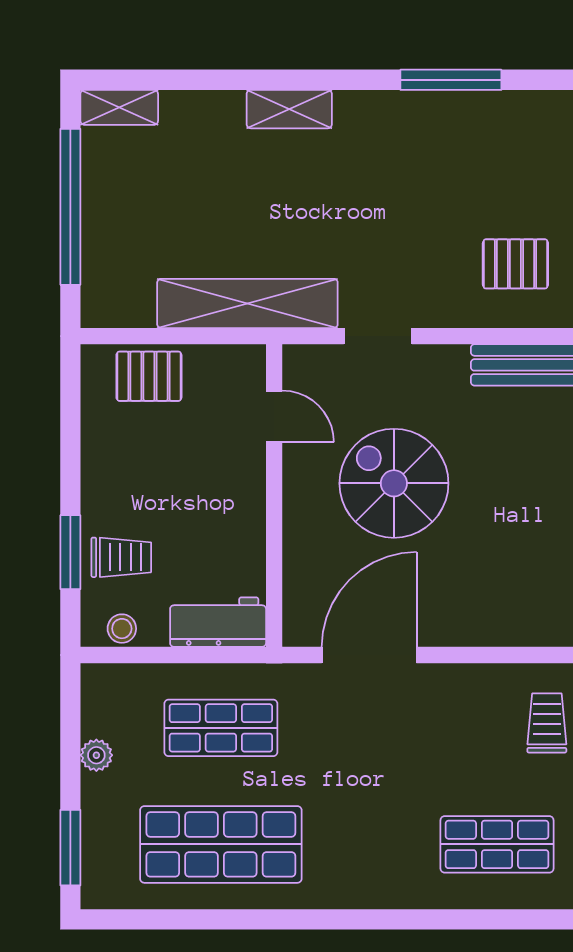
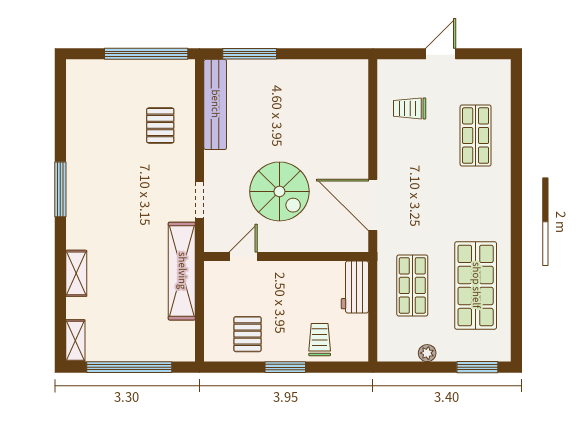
window: (451, 80) -> (60, 189), moved
shelving: (289, 109) -> (76, 273), moved
pallet: (149, 376) -> (247, 334), moved
spiral stairs: (394, 483) -> (279, 191), turned -90
window: (70, 552) -> (285, 367), moved
stool: (122, 629) -> (358, 339), removed

